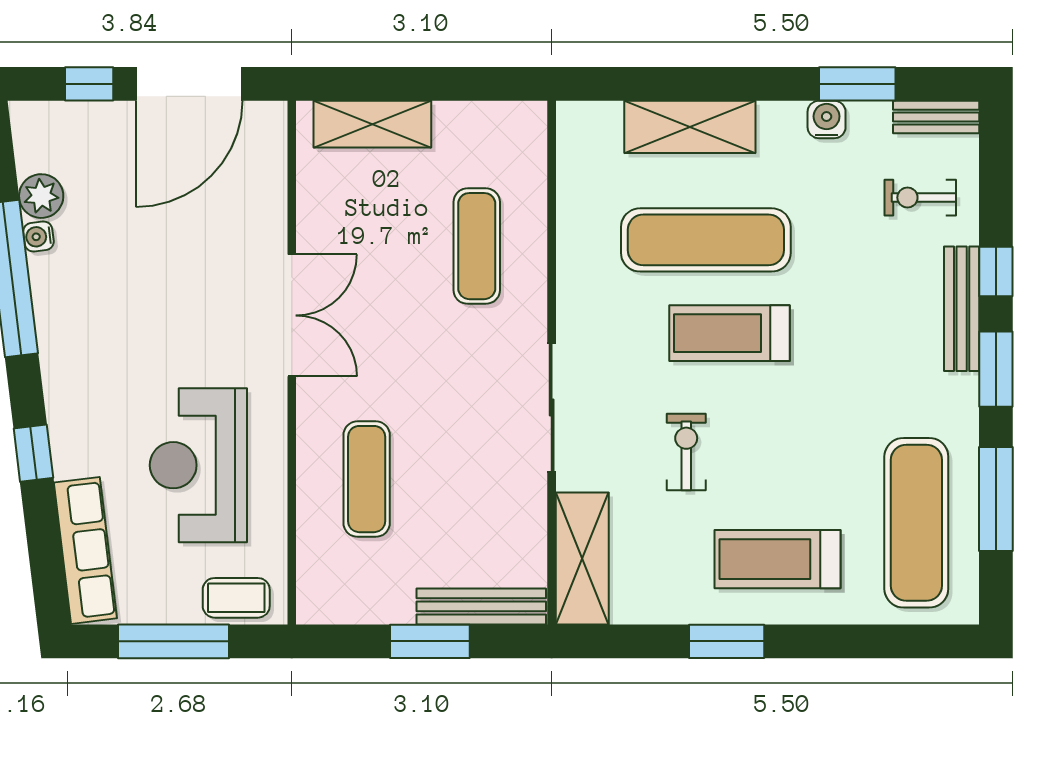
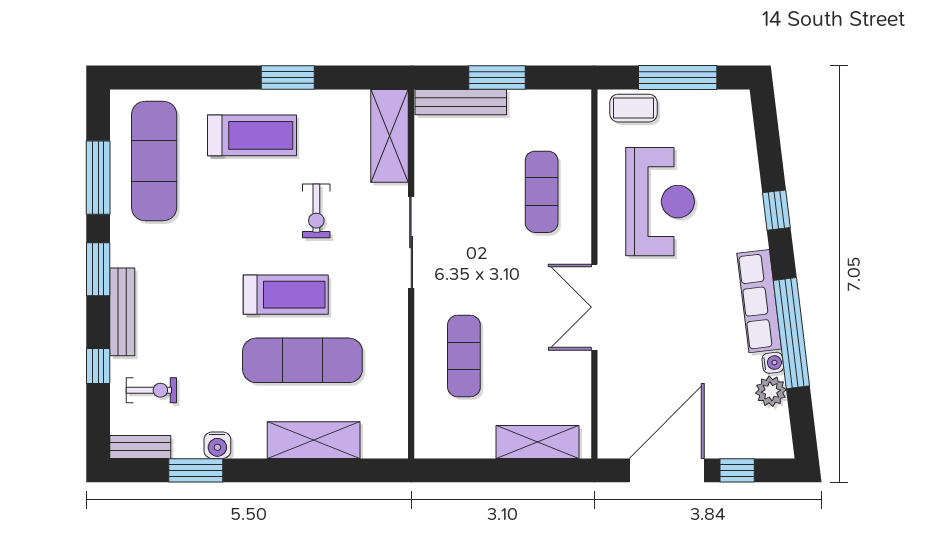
window: (996, 271) -> (98, 366), moved
row of seats: (85, 550) -> (759, 301), moved

